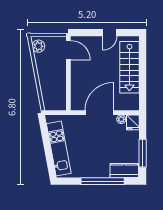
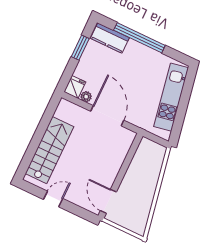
plant: (38, 46) -> (140, 222), removed
door: (99, 113) -> (107, 116), swing flipped
window: (143, 153) -> (80, 48), width x0.69

